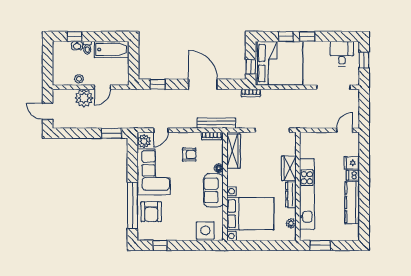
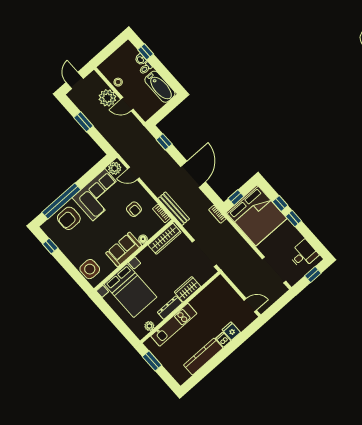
window: (112, 133) -> (84, 122), moved
kitchen unit: (307, 194) -> (174, 325), width x0.73

